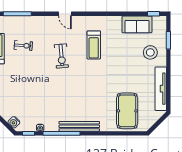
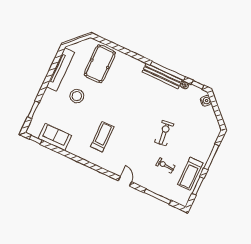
door: (65, 14) -> (125, 181), moved
stool: (150, 52) -> (77, 96), moved
exercise bike: (61, 56) -> (164, 133), moved
bench: (79, 126) -> (162, 76), moved

